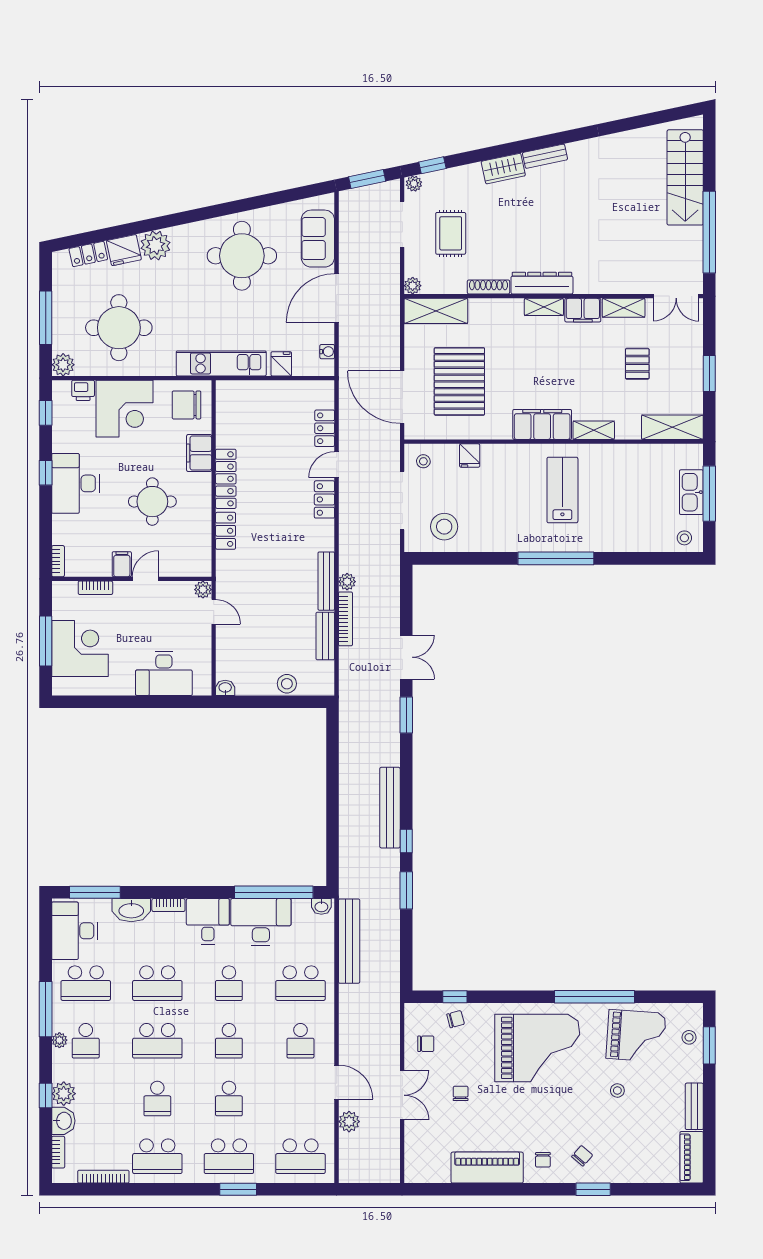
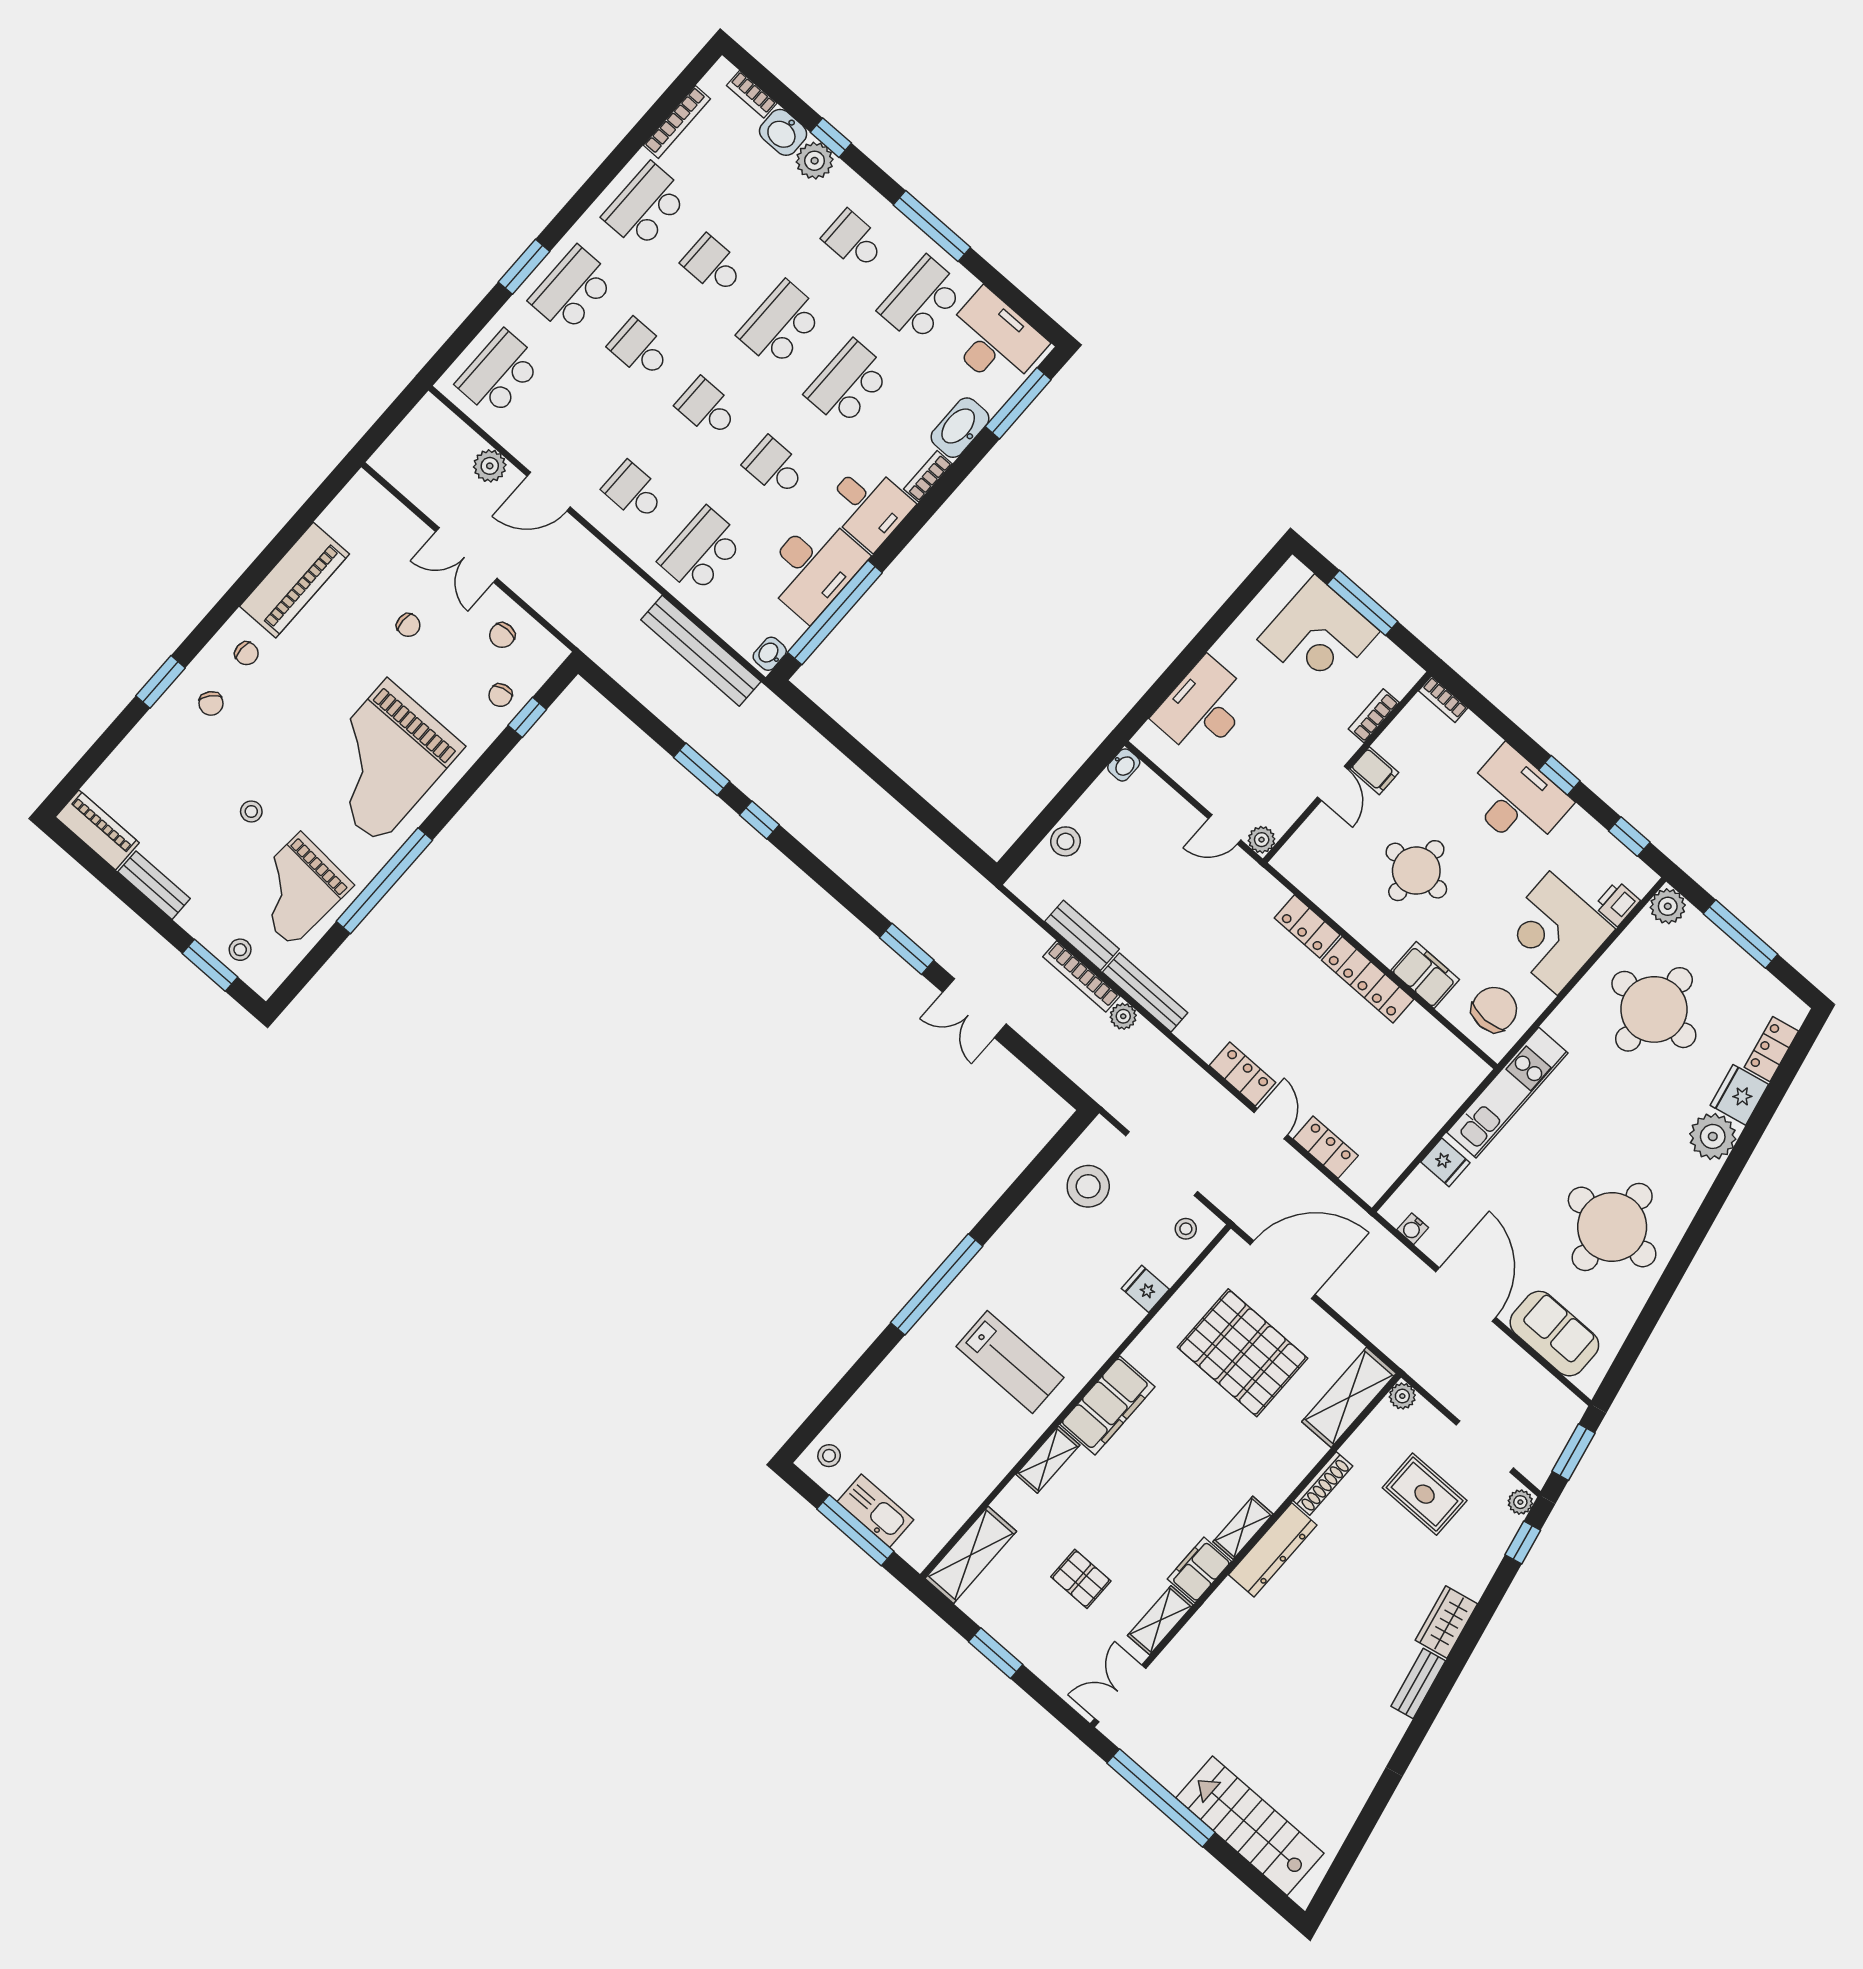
bench: (390, 808) -> (815, 835), removed
plant: (59, 1040) -> (881, 210), removed
chair: (543, 1160) -> (247, 653), turned 180

